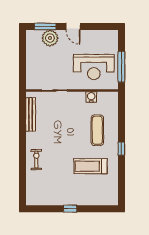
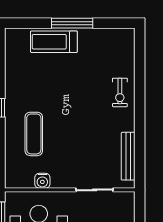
treadmill: (90, 166) -> (54, 42), moved, turned 180
window: (70, 209) -> (72, 23), width x2.17

